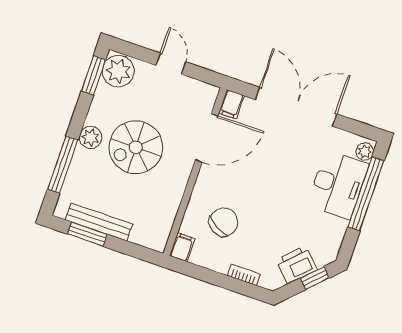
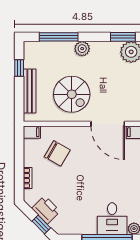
spiral stairs: (136, 147) -> (72, 94), moved, turned 180
desk: (338, 185) -> (112, 219), width x0.73
bench: (99, 222) -> (30, 91), moved
window: (87, 234) -> (19, 68), width x0.67

